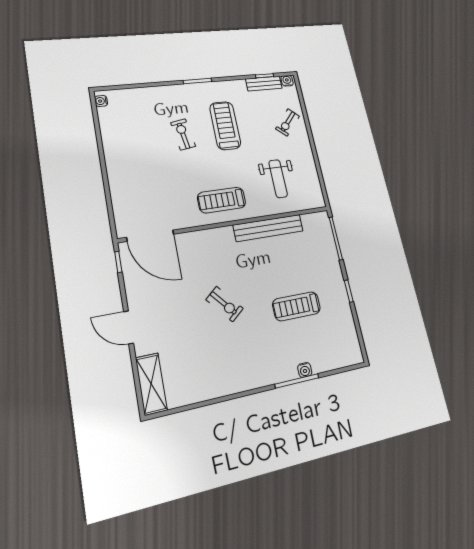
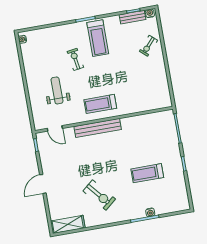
treadmill: (225, 126) -> (98, 38), moved, turned 180
weight bench: (278, 179) -> (57, 90), moved, turned 180
bench: (268, 228) -> (98, 128), moved
door: (150, 236) -> (55, 128), width x0.53
exercise bike: (225, 304) -> (99, 195), moved, width x1.38, depth x1.39
door: (129, 327) -> (43, 184), hinge flipped
shelving: (151, 384) -> (68, 224), moved, turned 90

